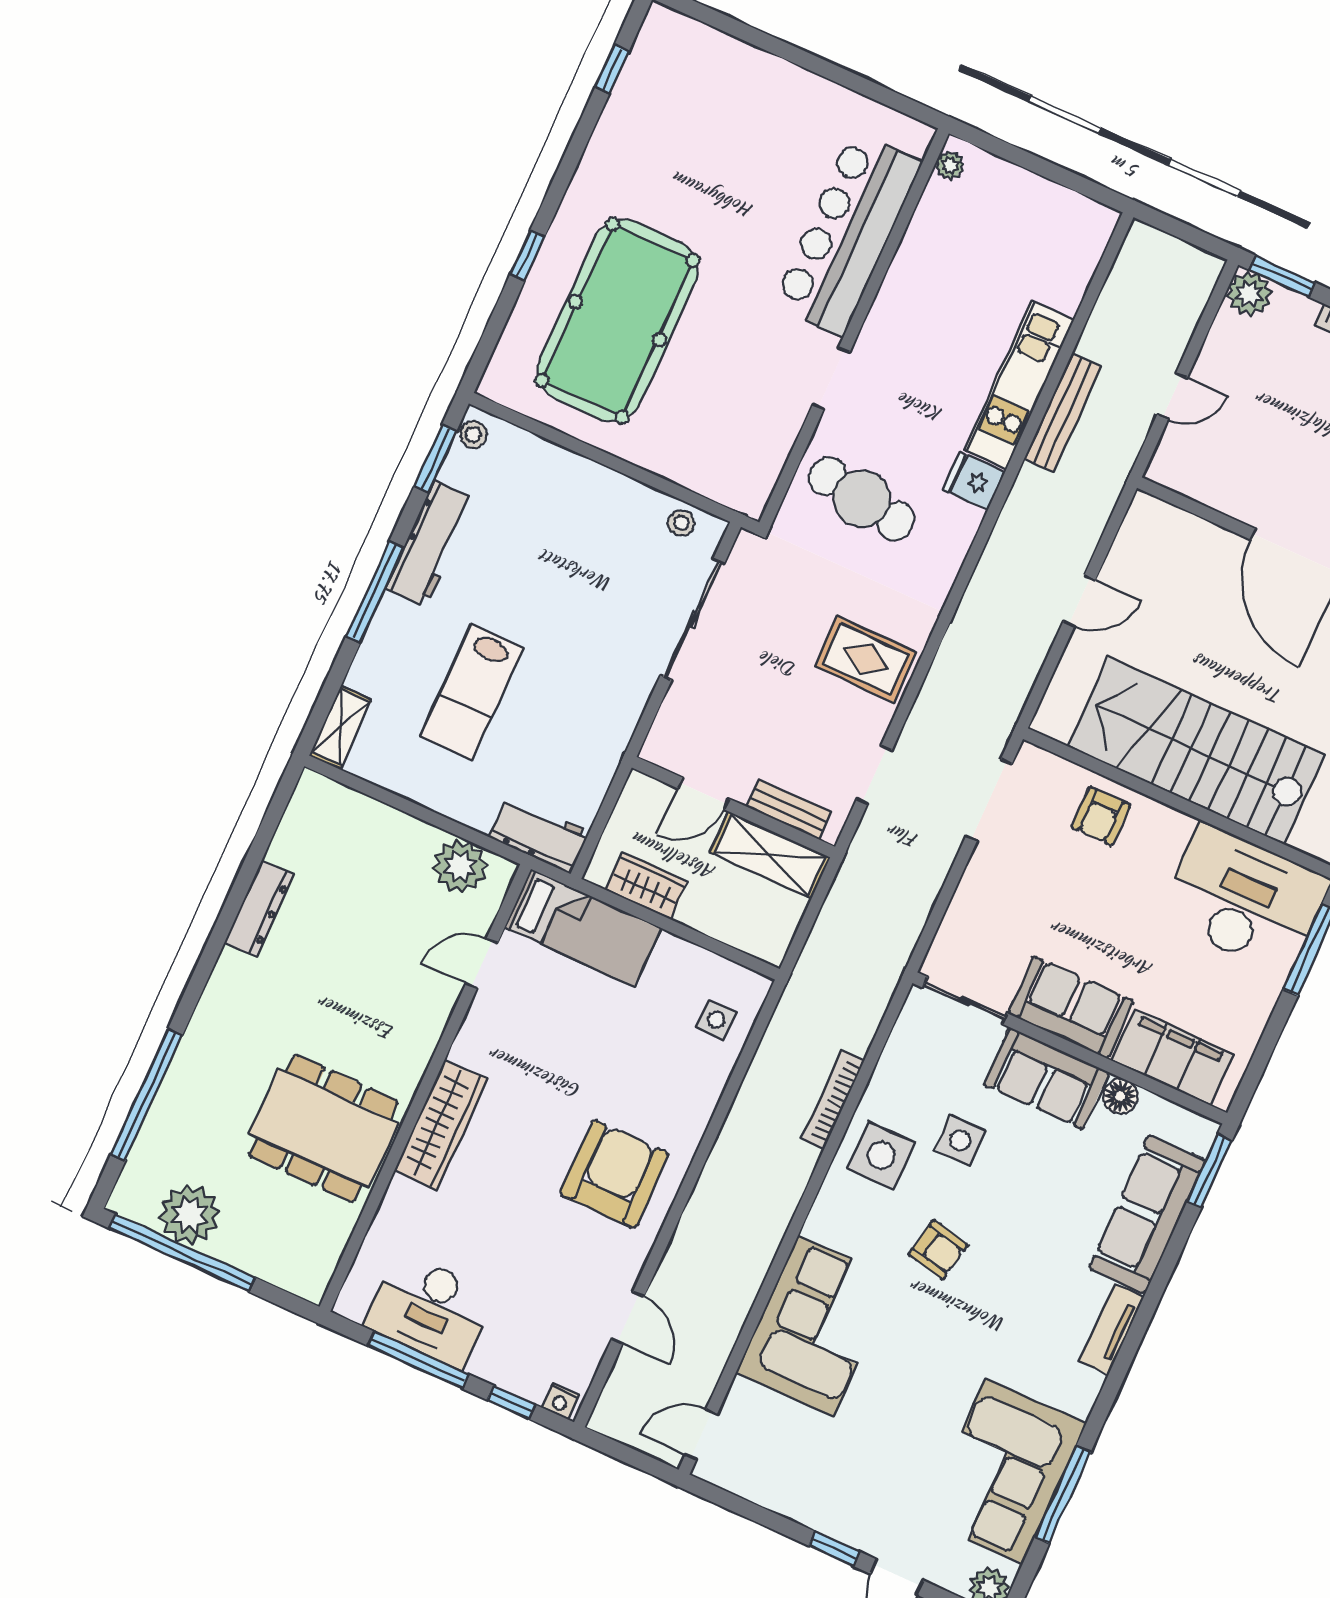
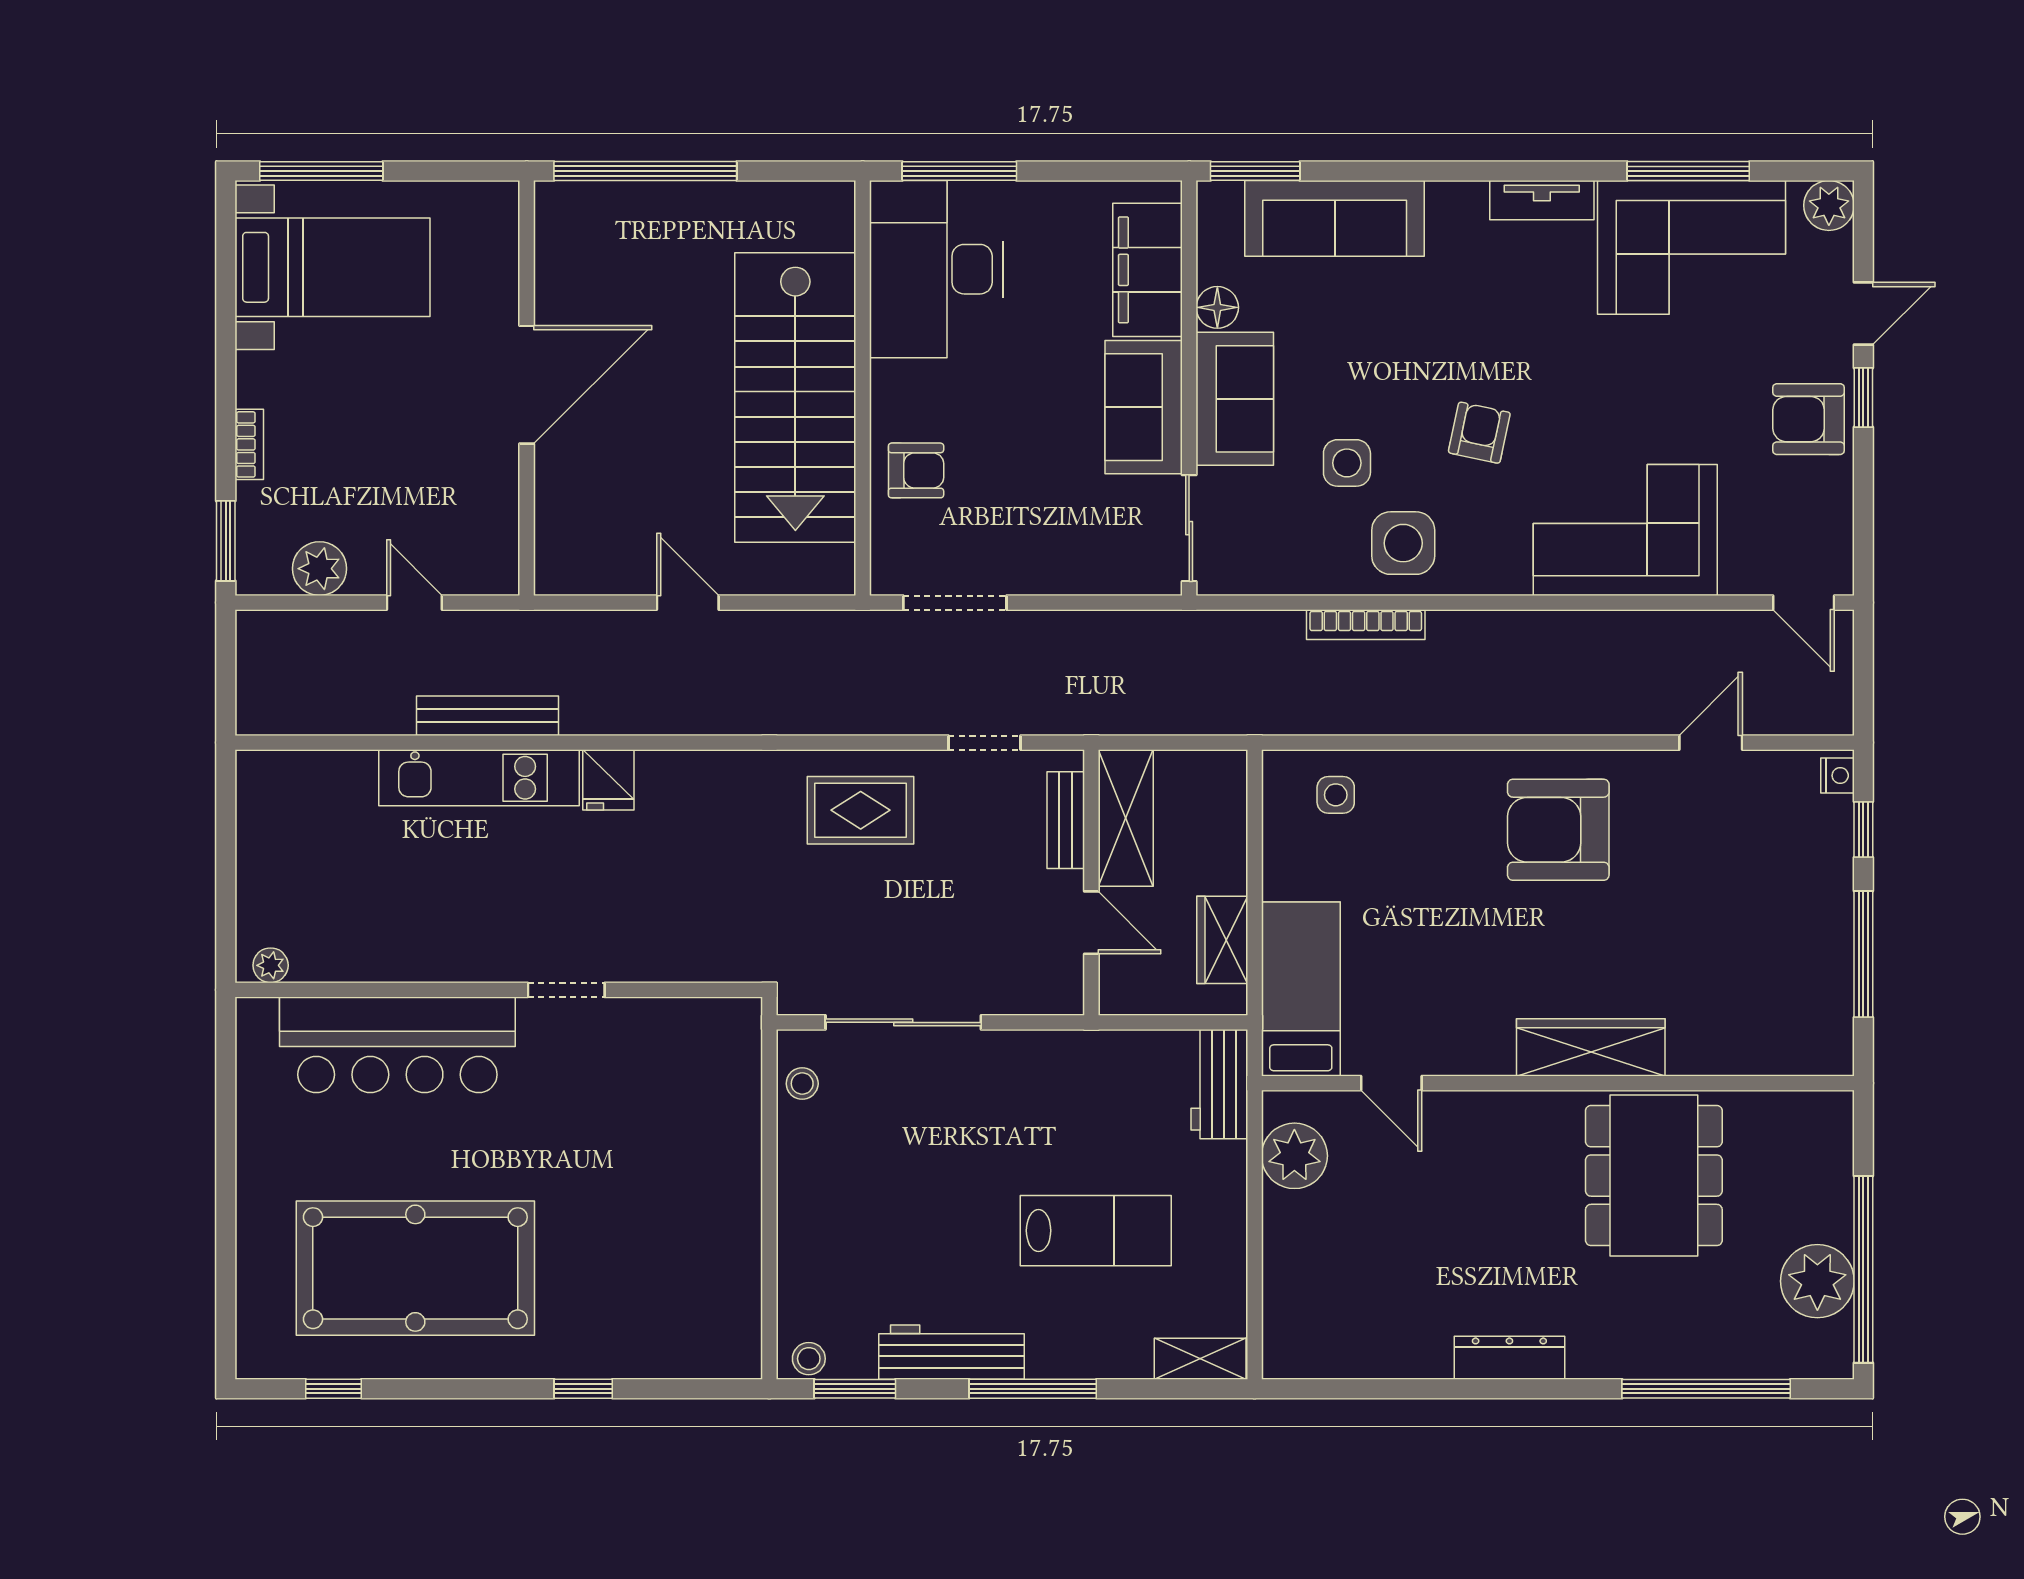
plant: (1249, 294) -> (320, 569), moved
pool table: (617, 320) -> (415, 1268), moved
cafe table: (862, 499) -> (684, 895), removed
rug: (866, 659) -> (861, 810), turned 90
dresser: (259, 909) -> (1509, 1358), moved
desk: (430, 1310) -> (1802, 966), removed
tv unit: (1112, 1329) -> (1542, 200), moved
armchair: (837, 1500) -> (1809, 419), added

